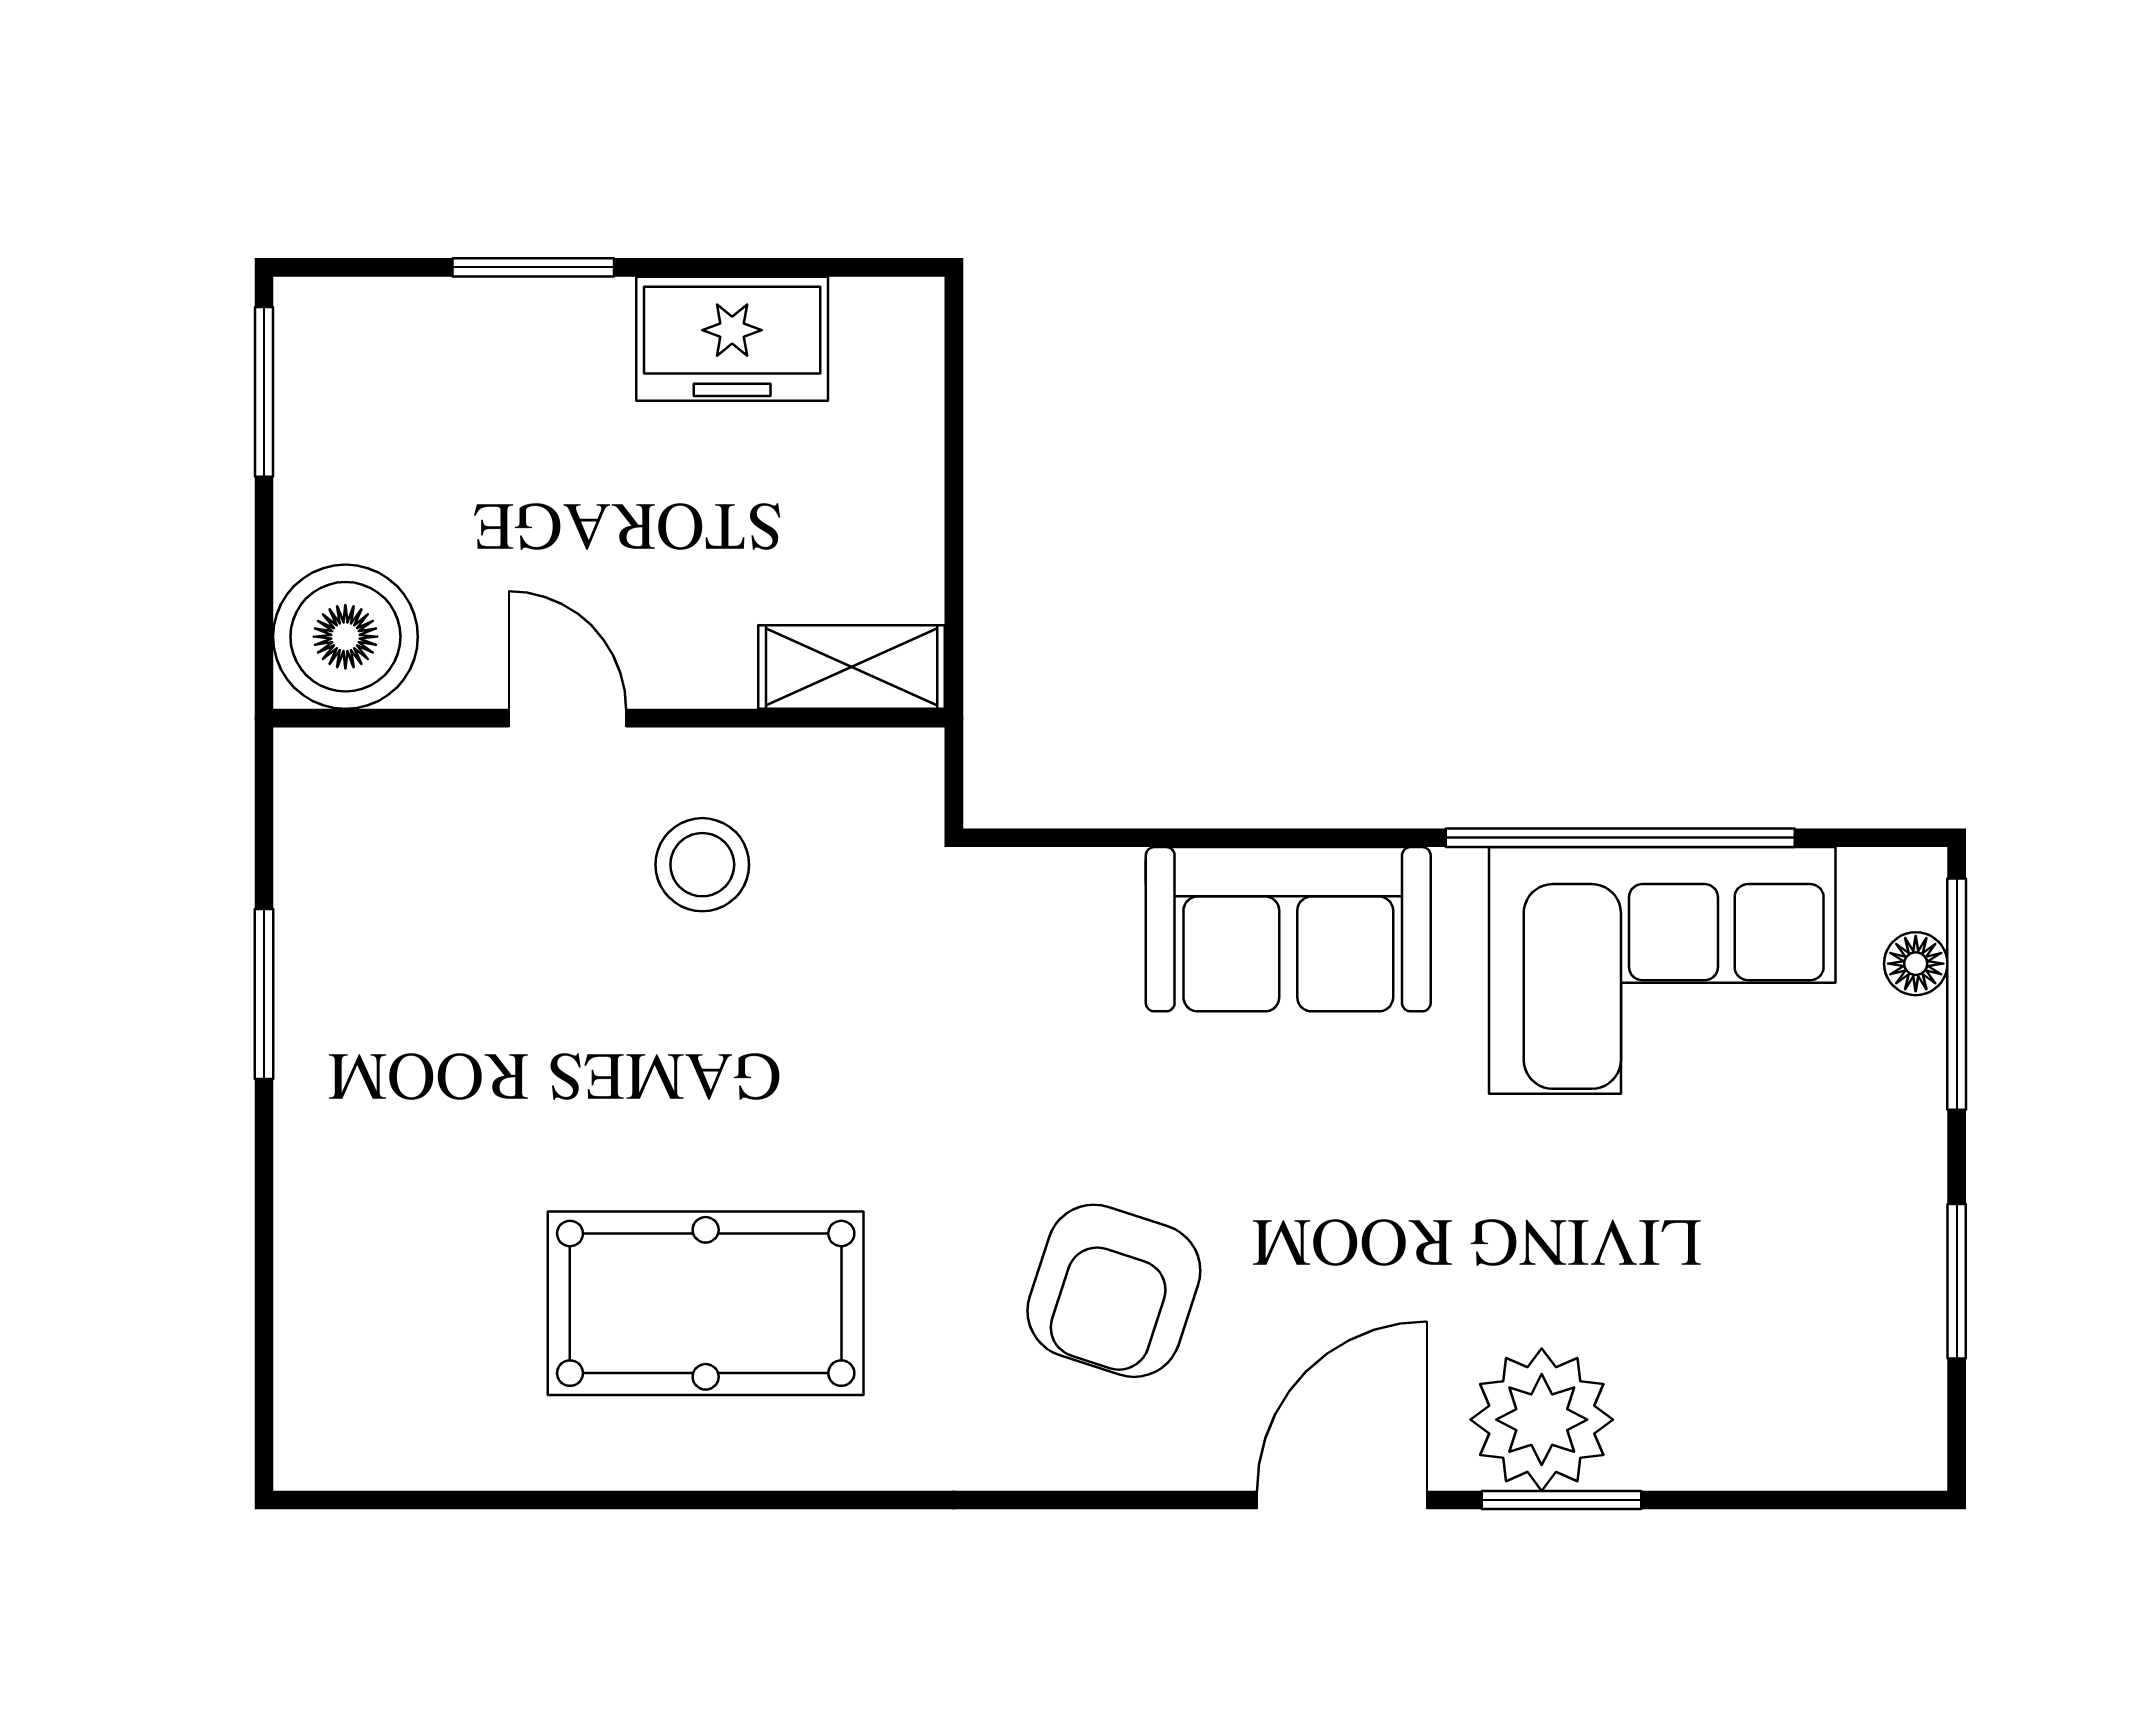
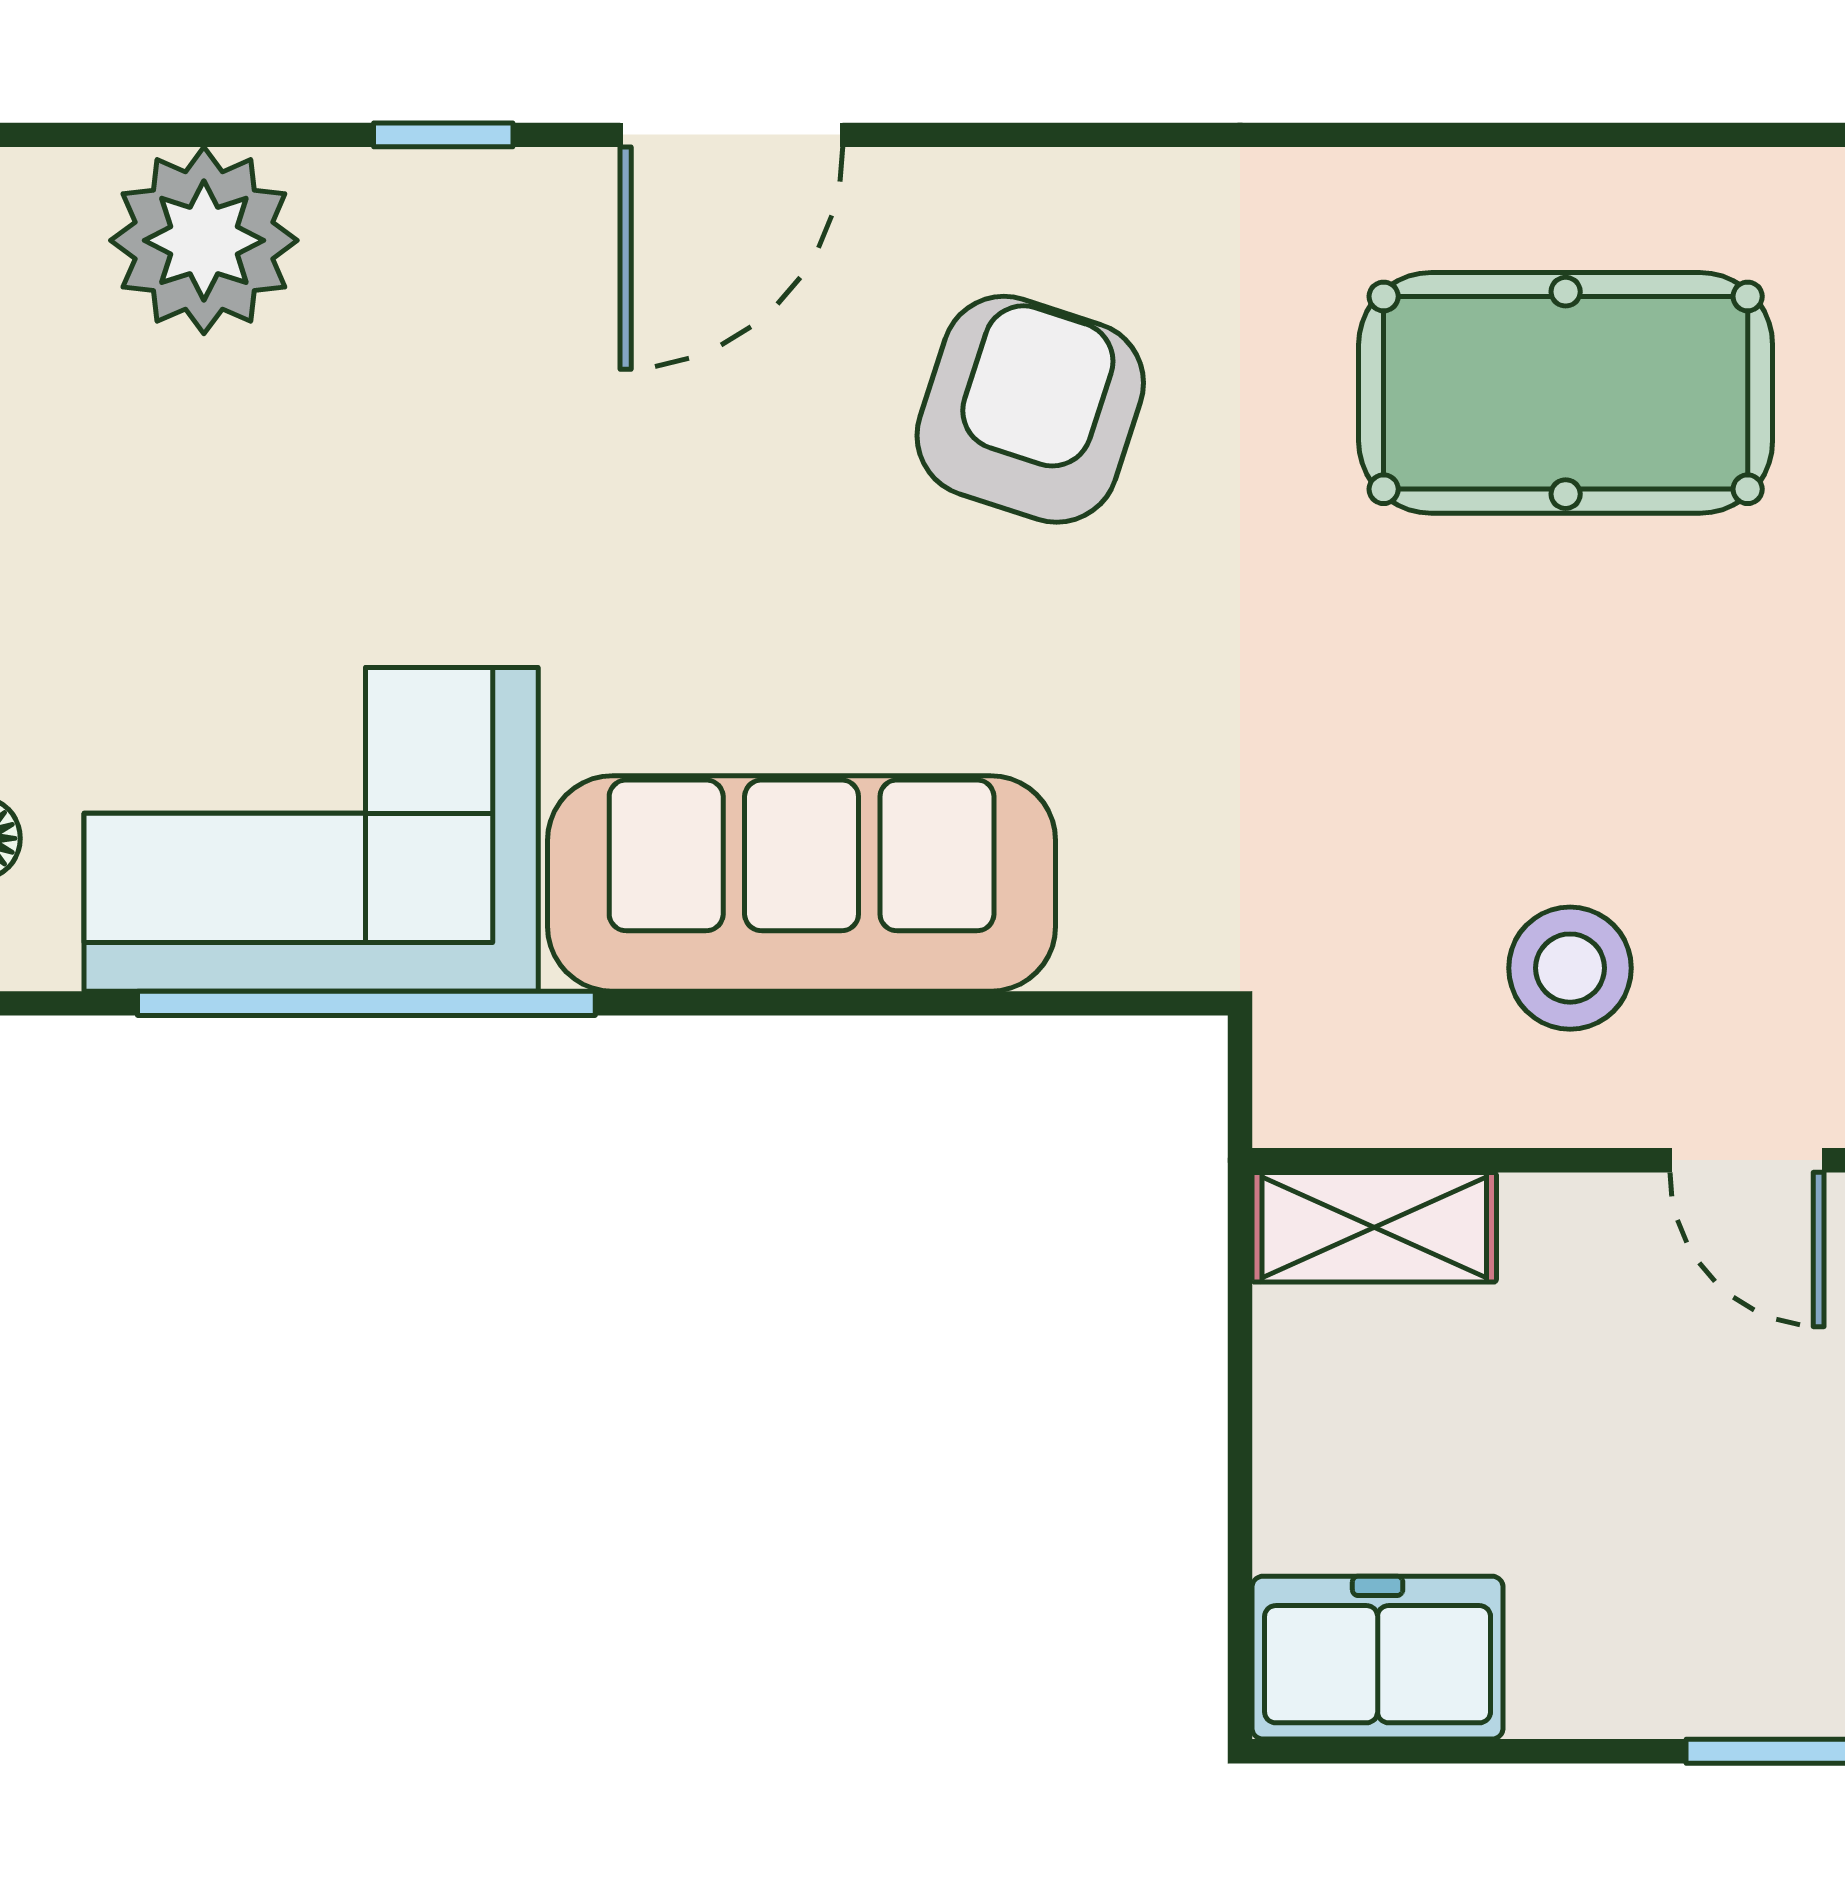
freezer: (732, 339) -> (1378, 1658), moved
sofa: (1288, 929) -> (802, 883), width x1.36
plant: (1542, 1420) -> (204, 240), moved
window: (1561, 1500) -> (443, 135), width x0.67

